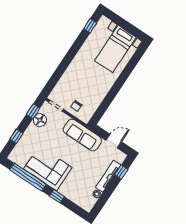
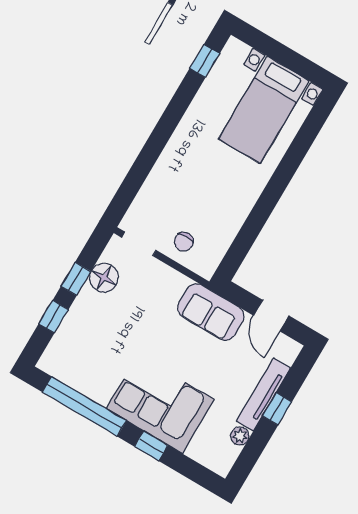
window: (33, 111) -> (76, 279), moved
sofa: (82, 135) -> (211, 312), width x0.73
door: (114, 141) -> (271, 316), swing flipped
corner sofa: (48, 168) -> (160, 404), moved
window: (121, 172) -> (277, 409), moved

